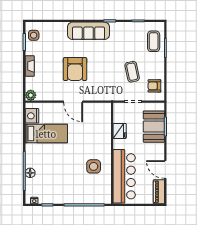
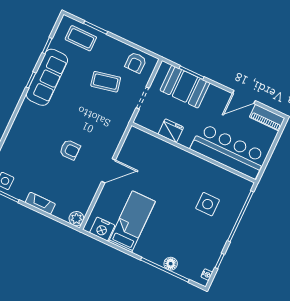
sofa: (88, 31) -> (47, 77), moved
armchair: (75, 69) -> (70, 150), width x0.53, depth x0.53
side table: (94, 166) -> (208, 204), moved

